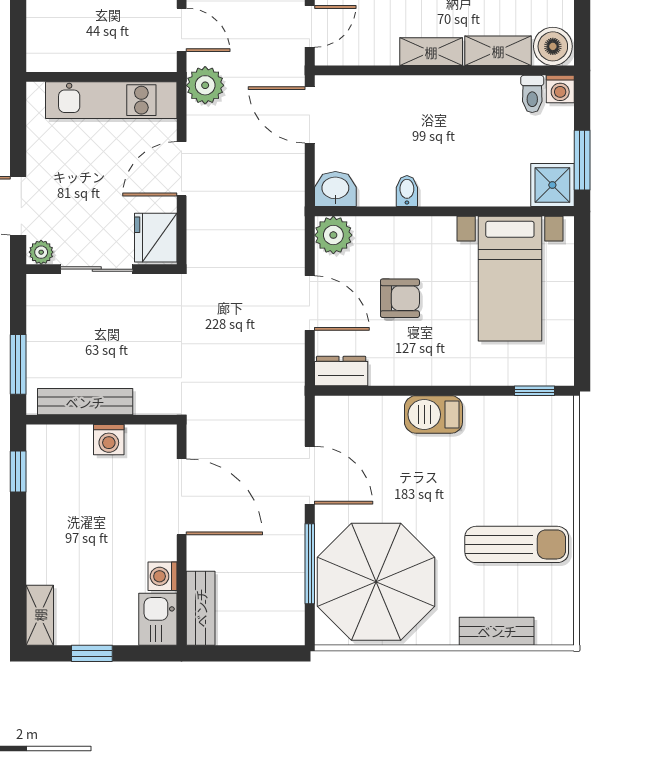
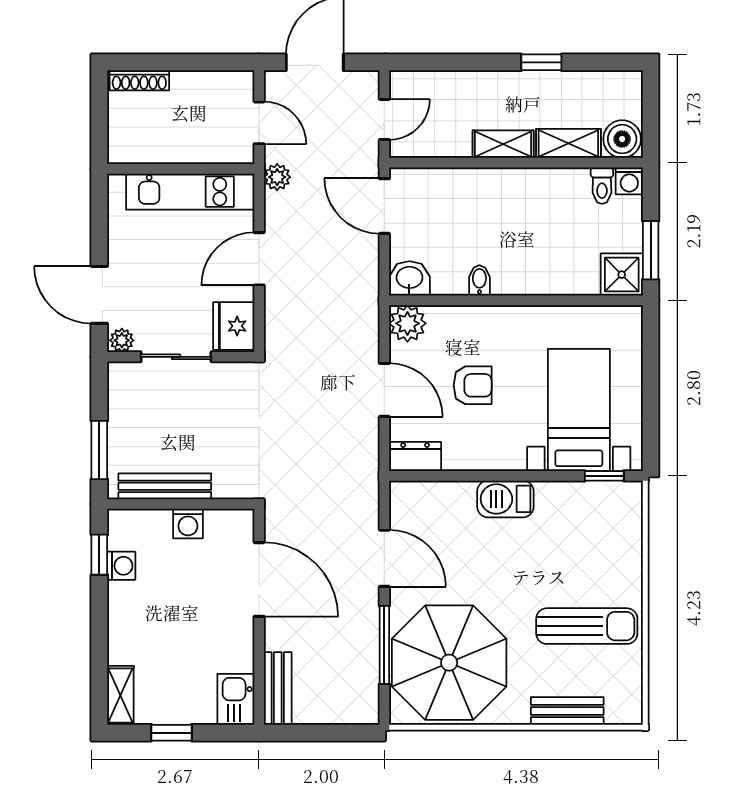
plant: (205, 85) -> (277, 177), width x0.73, depth x0.73
bed with nightstands: (510, 279) -> (579, 410), moved, turned 180
washing machine: (162, 576) -> (121, 566), moved, turned 180

